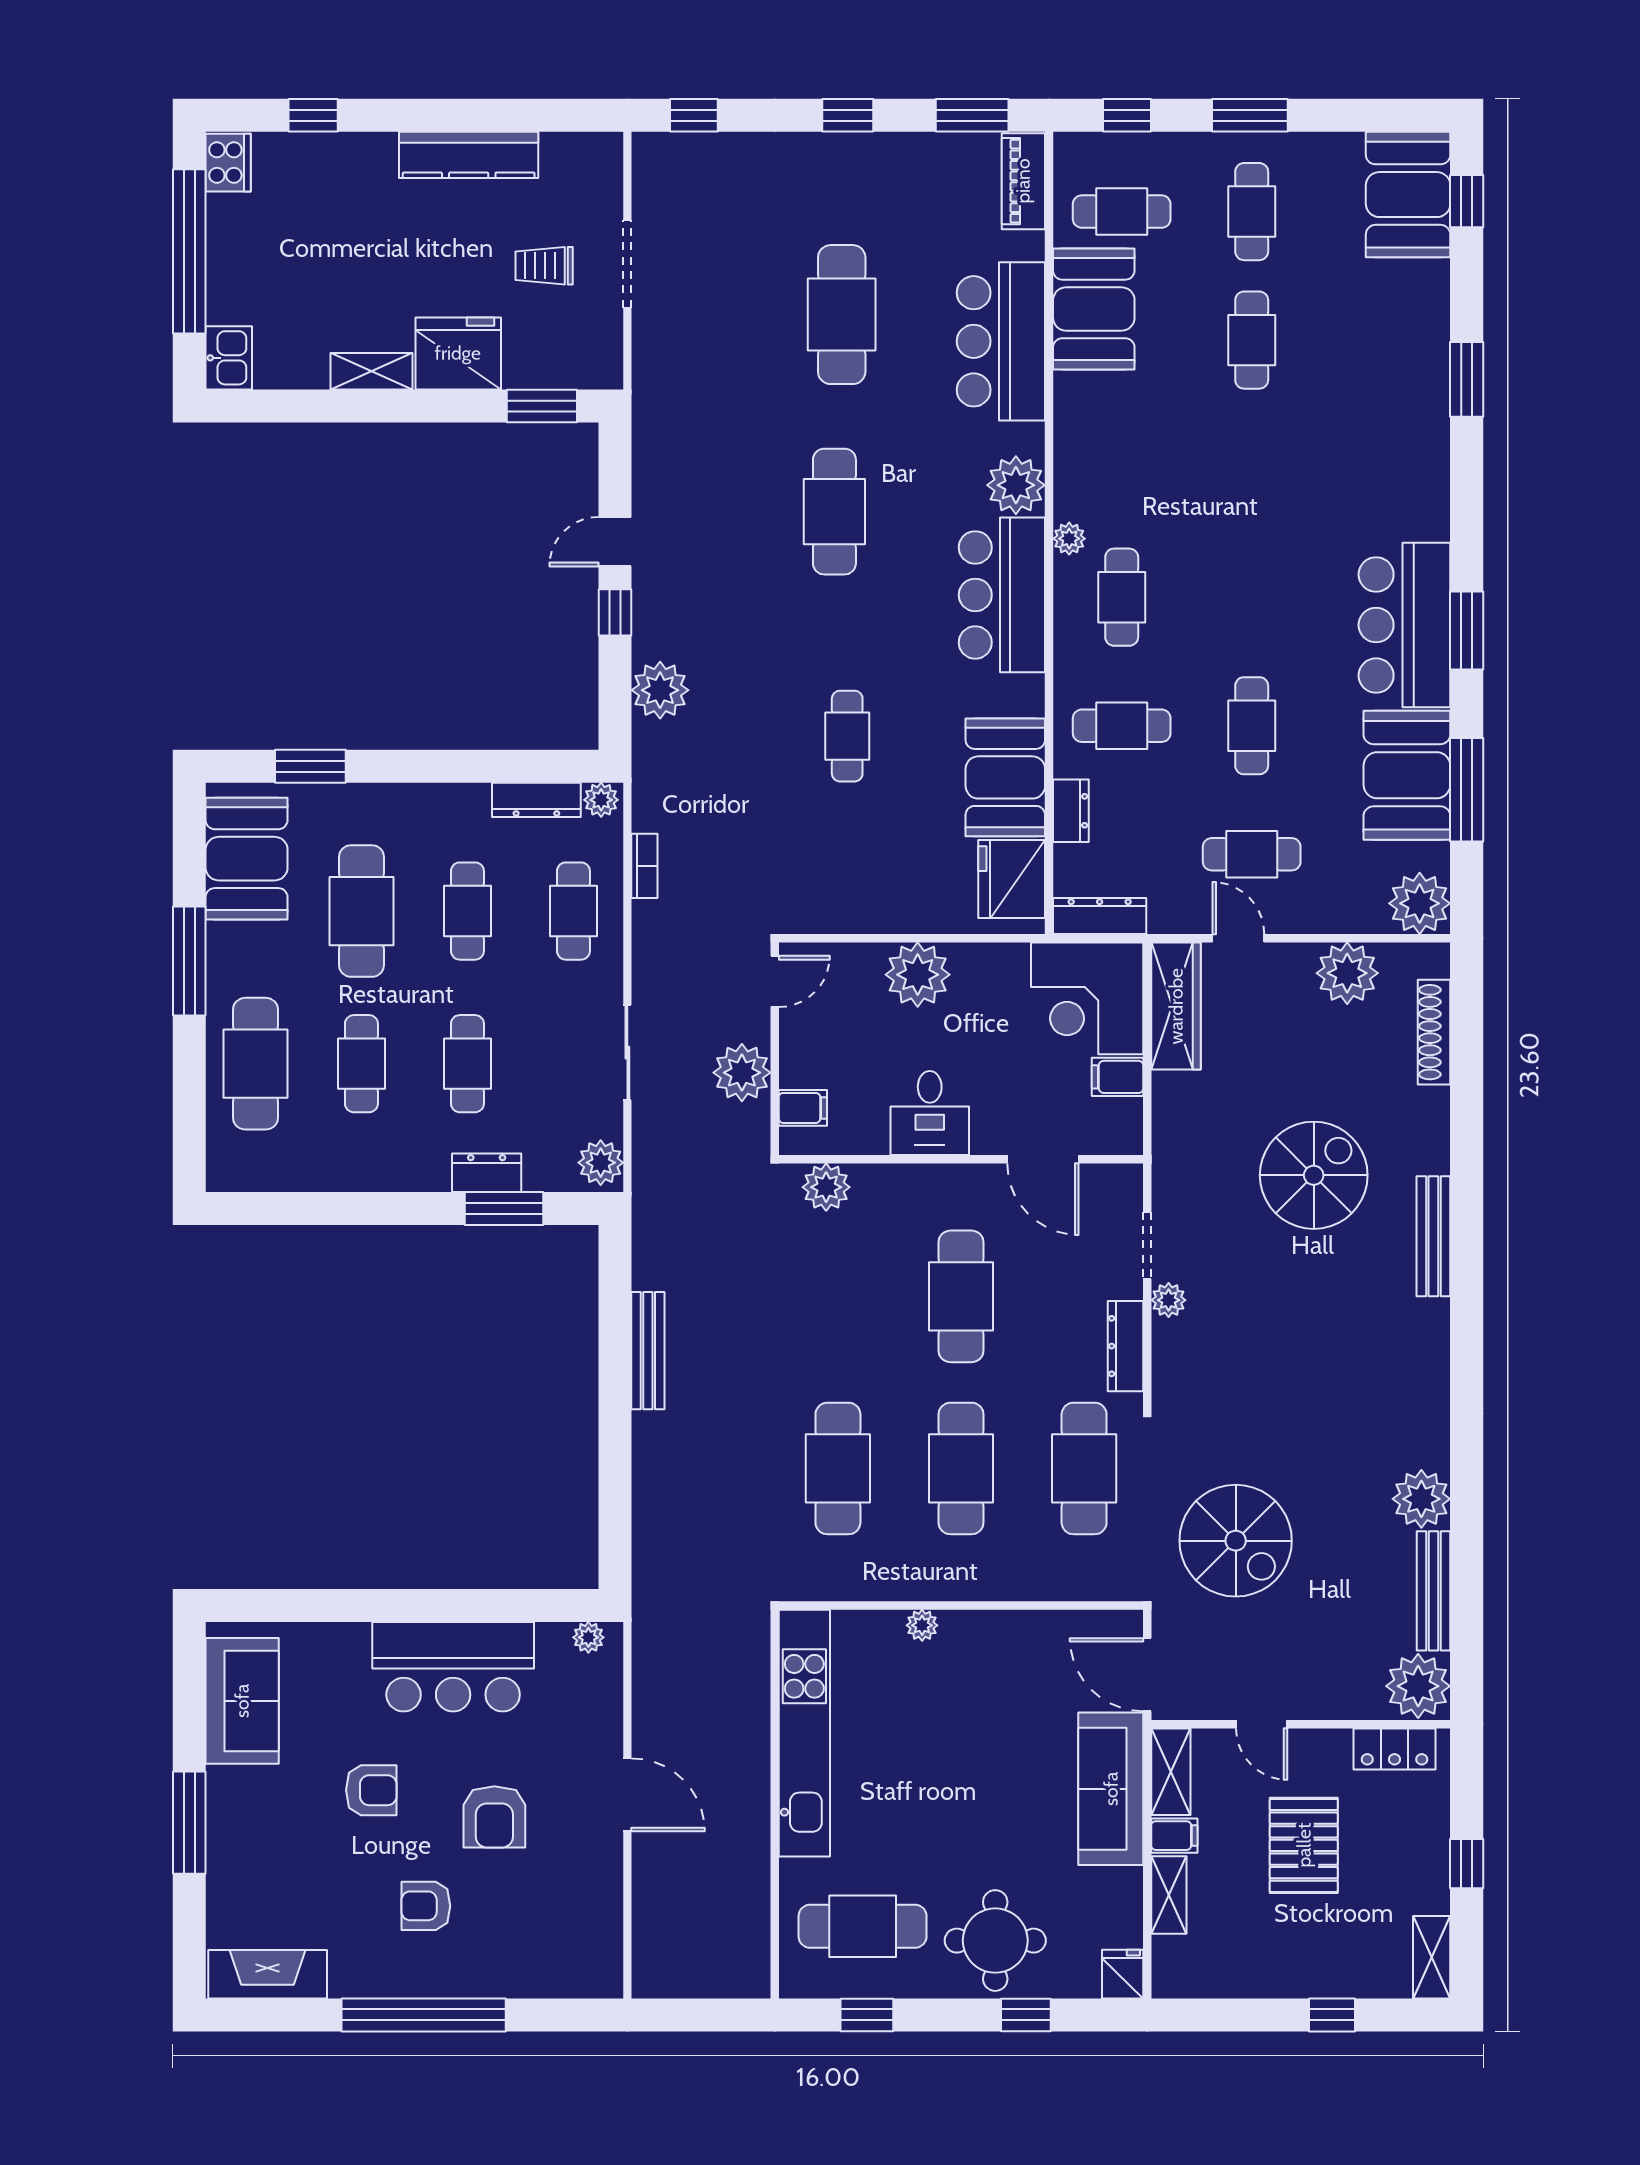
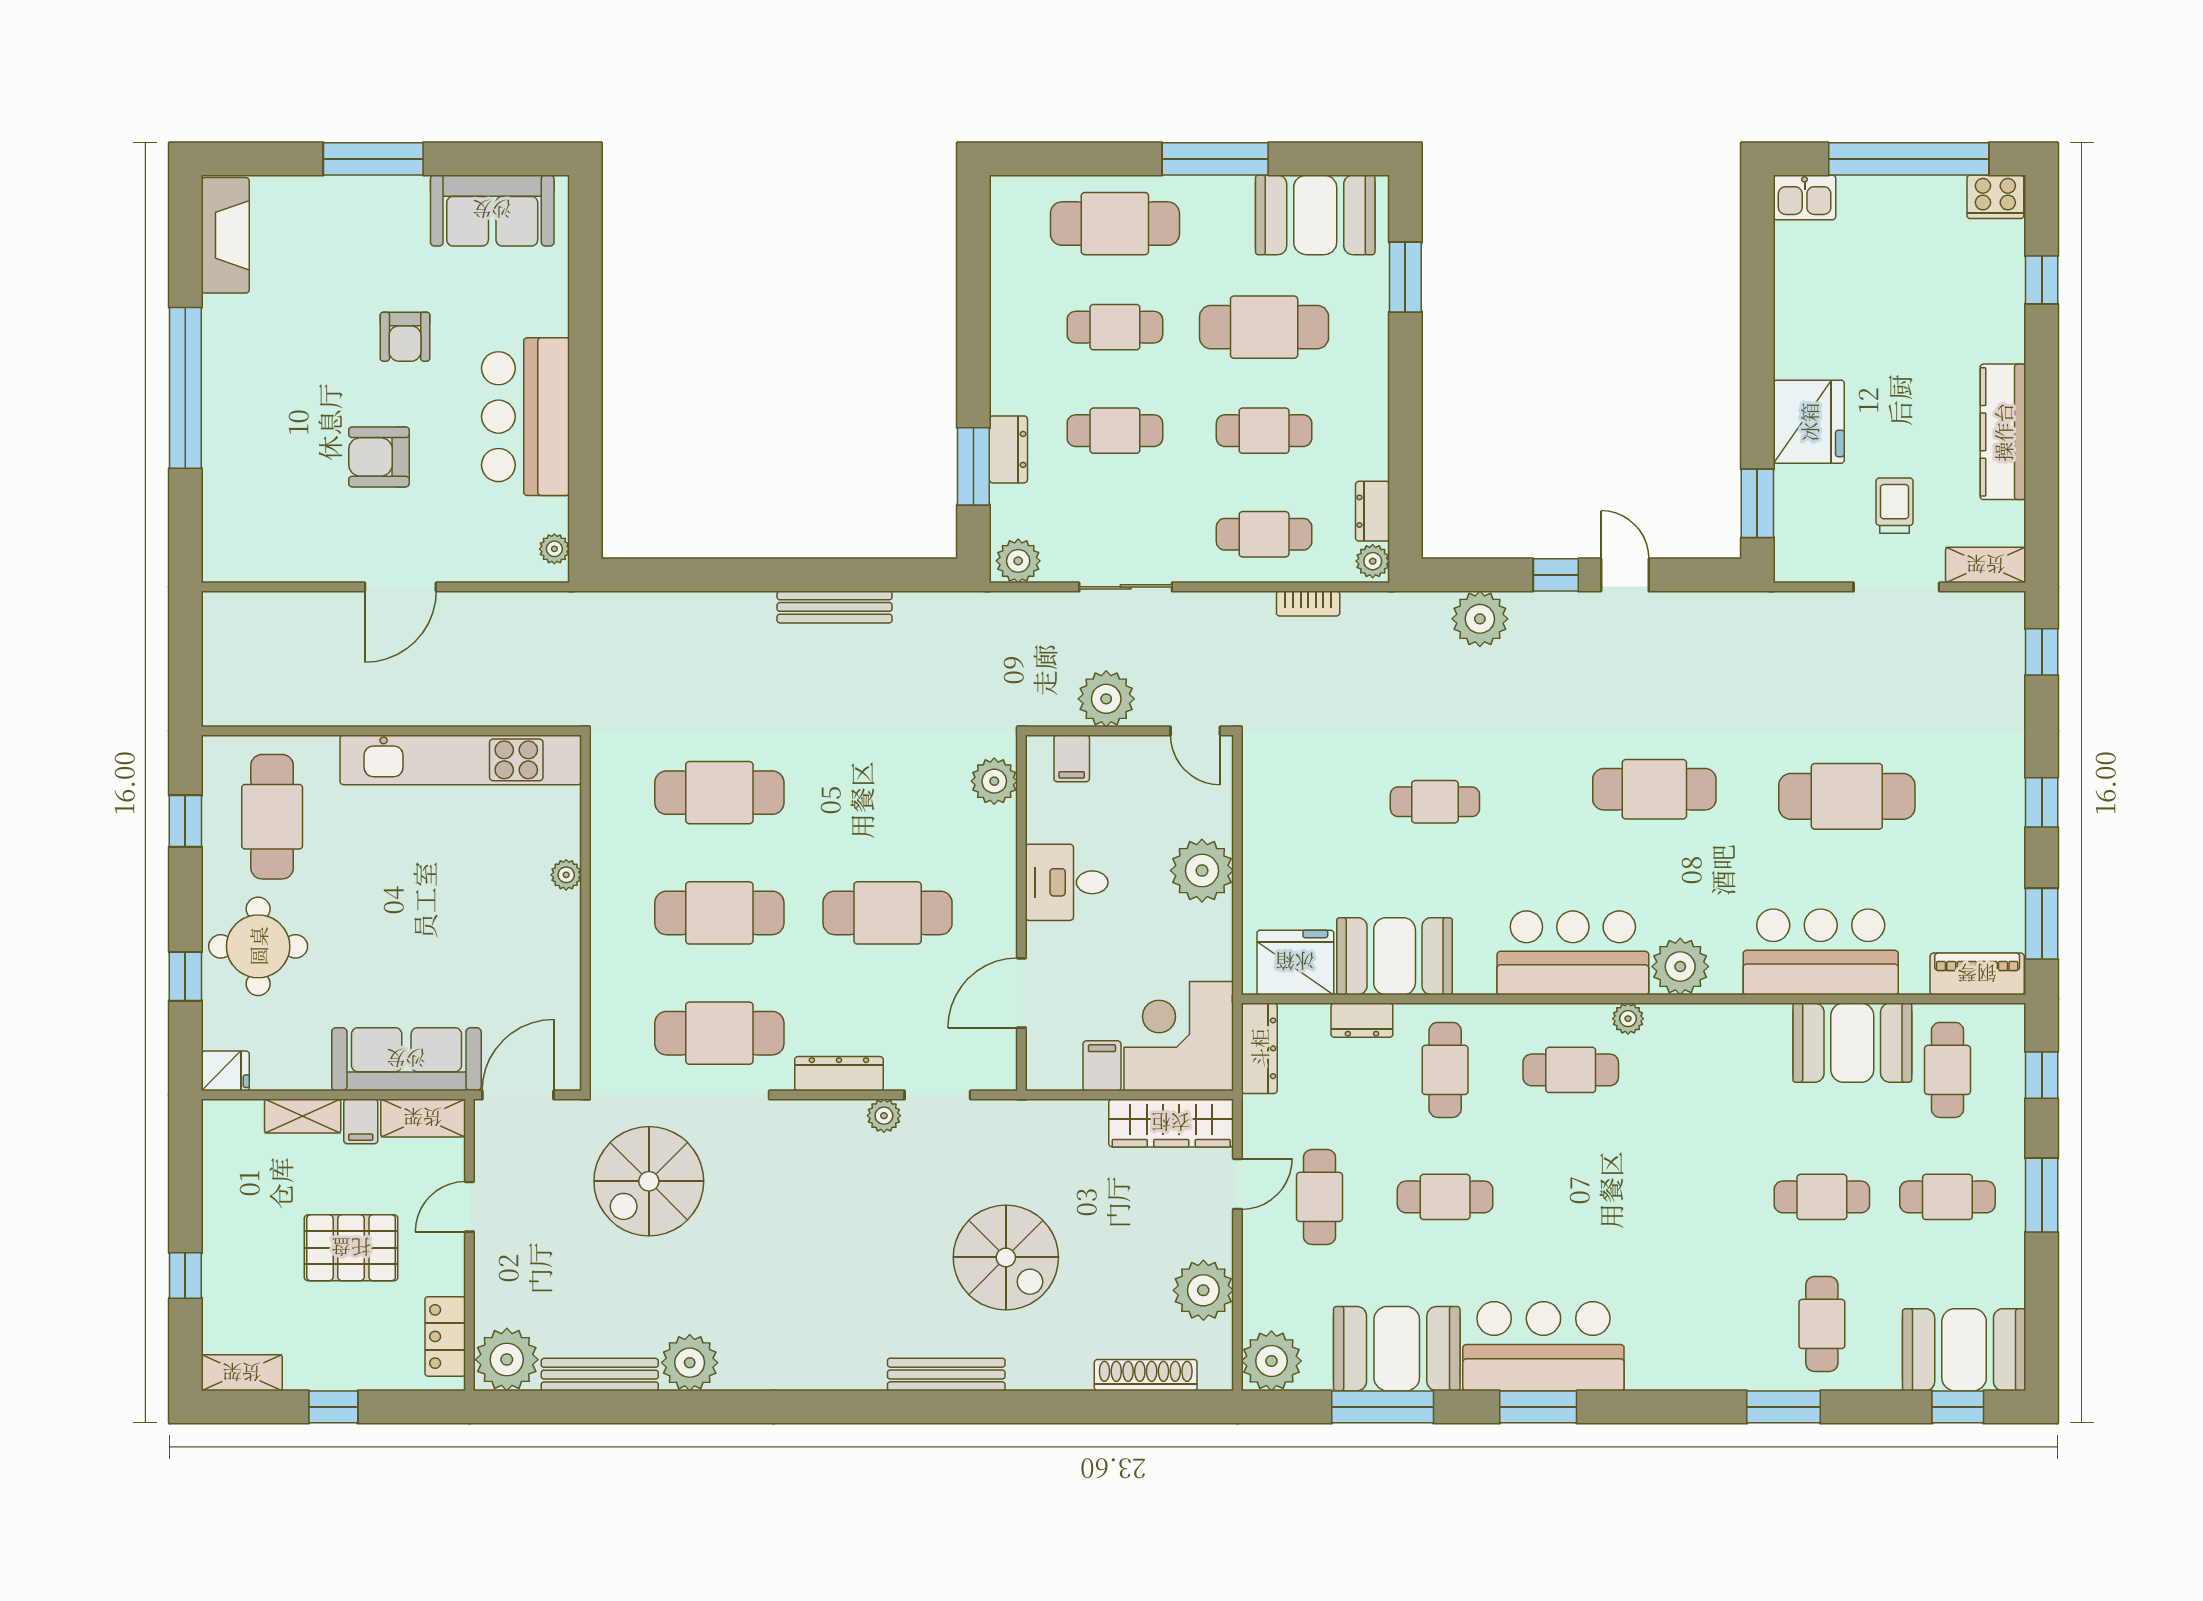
cafe table: (1382, 340) -> (1822, 1324), added
shelving: (372, 371) -> (1986, 565), moved, turned 90
dresser: (536, 800) -> (1373, 511), width x0.70
armchair: (426, 1906) -> (292, 390), removed

